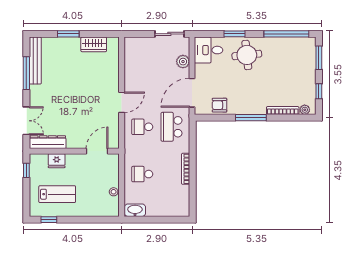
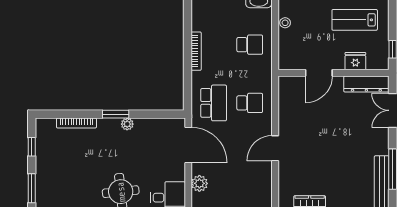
door: (192, 93) -> (188, 145), hinge flipped
door: (122, 102) -> (275, 148), moved
armchair: (219, 105) -> (154, 130), removed
plant: (305, 110) -> (127, 124), moved
window: (251, 118) -> (116, 114), width x0.69
door: (97, 151) -> (319, 73), moved

